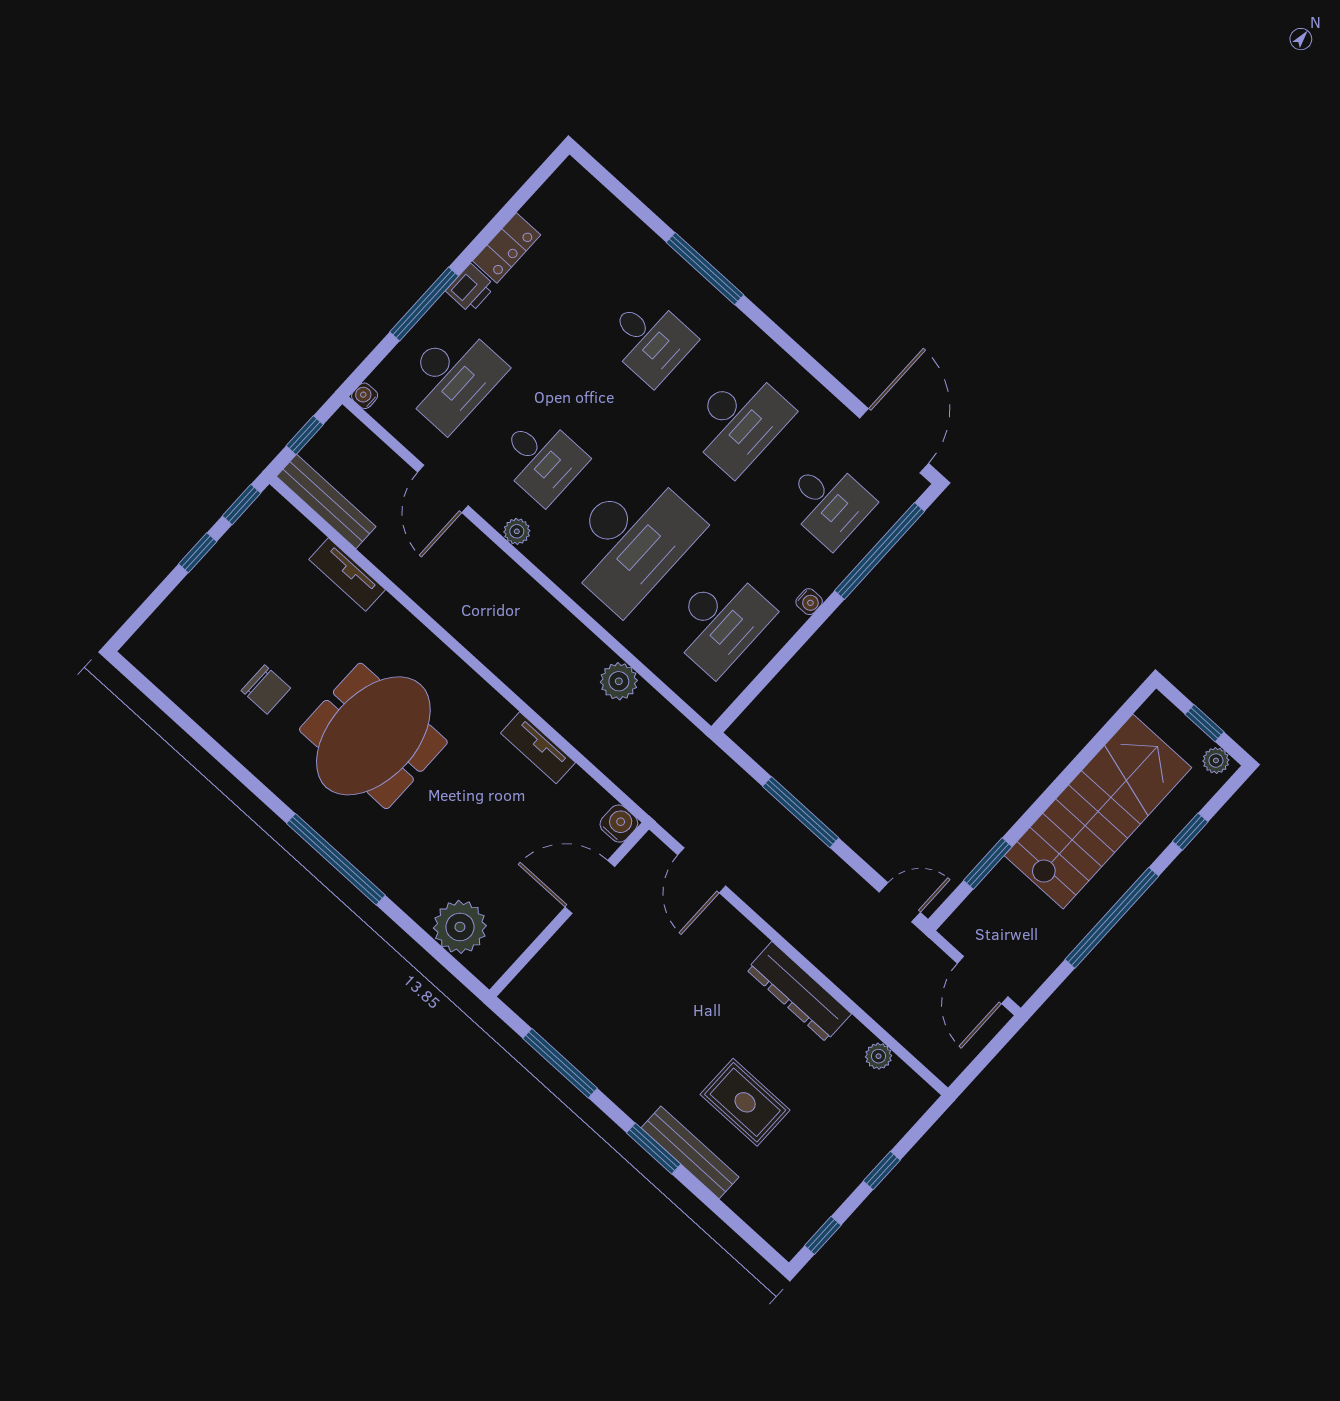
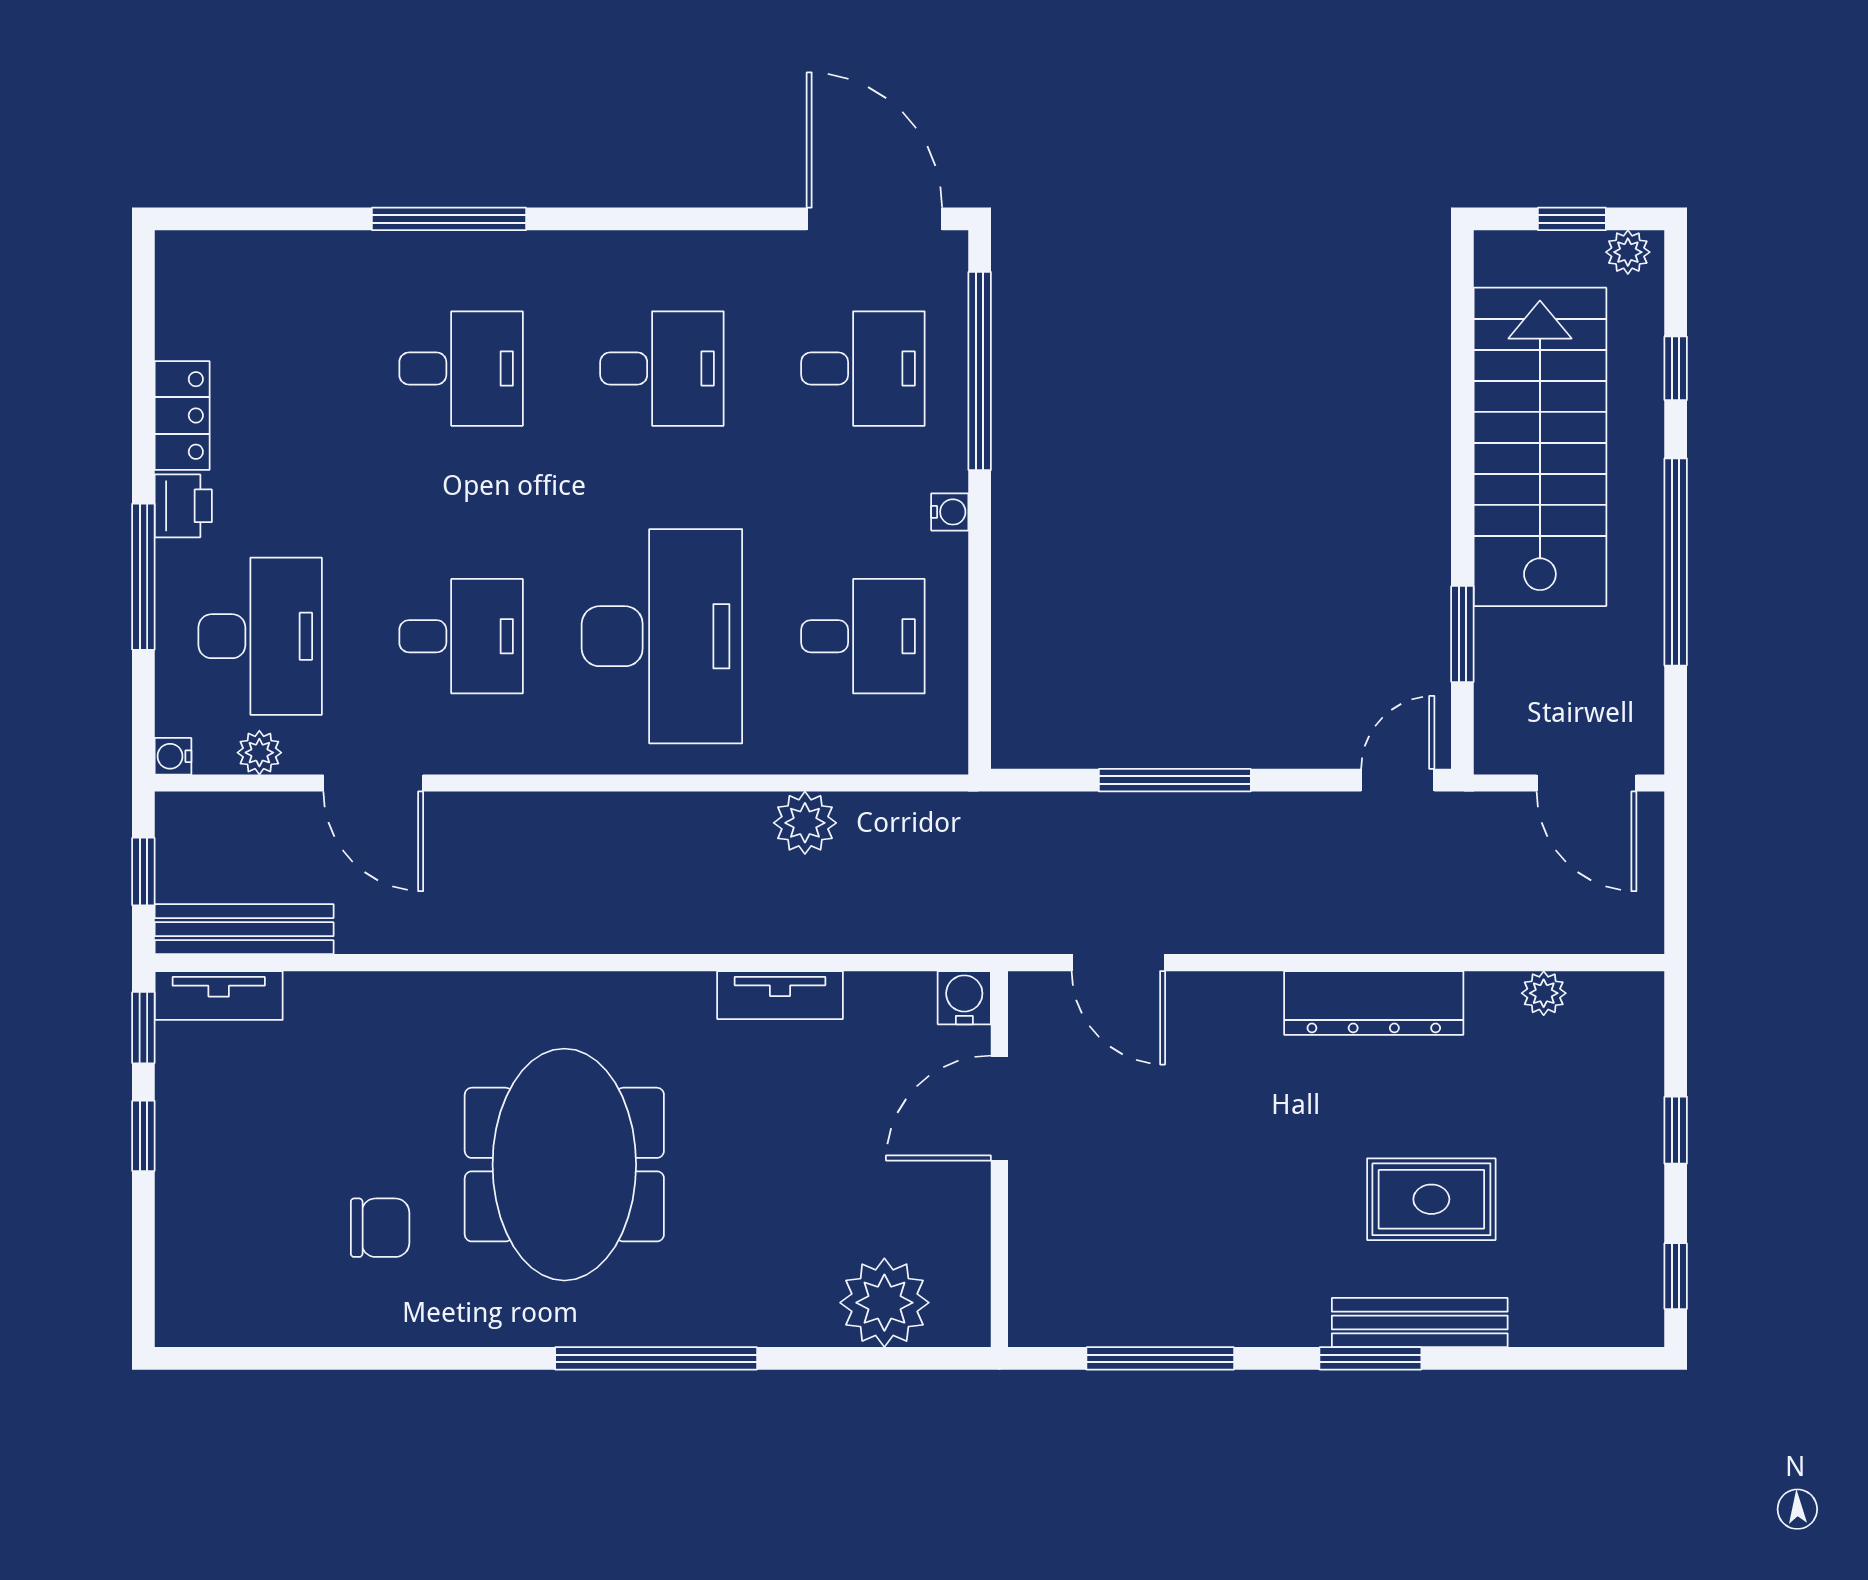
desk: (739, 421) -> (662, 369), width x0.73
plant: (517, 531) -> (259, 753), moved
tv unit: (347, 574) -> (219, 996), moved
desk: (720, 622) -> (863, 636), width x0.73

